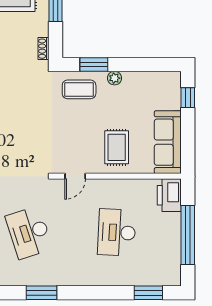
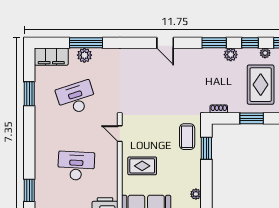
plant: (115, 78) -> (196, 194), moved
window: (41, 293) -> (29, 94), moved

